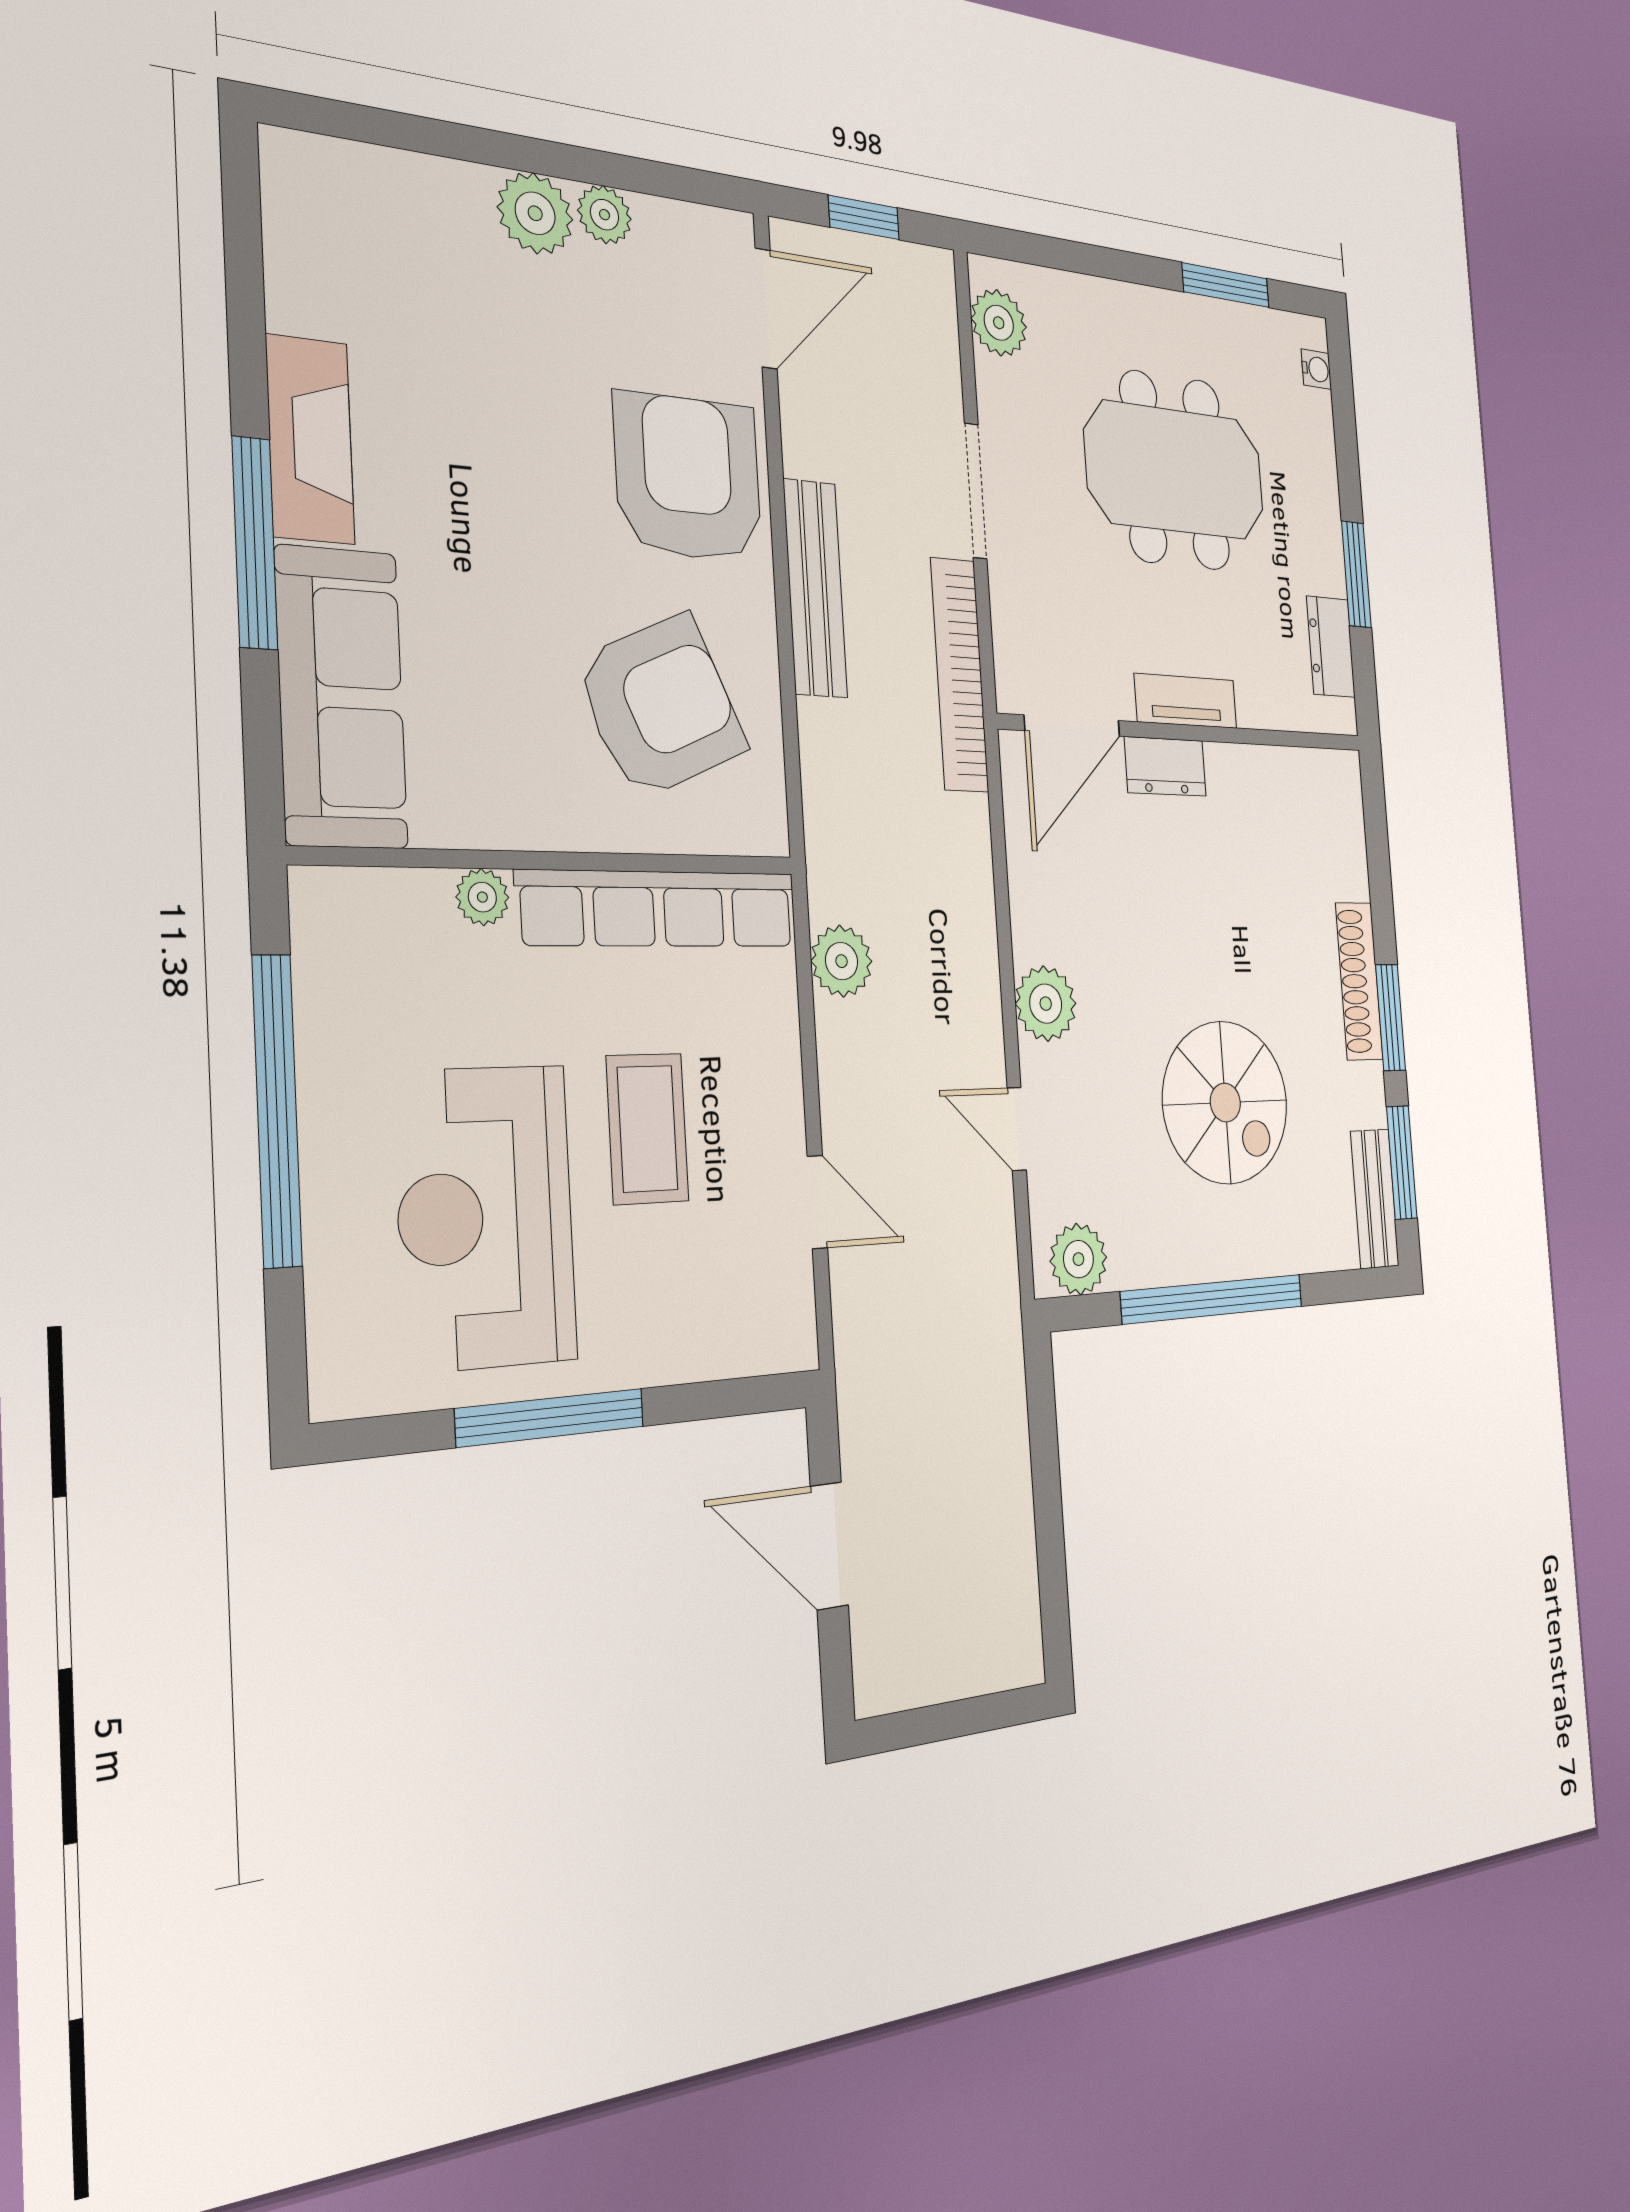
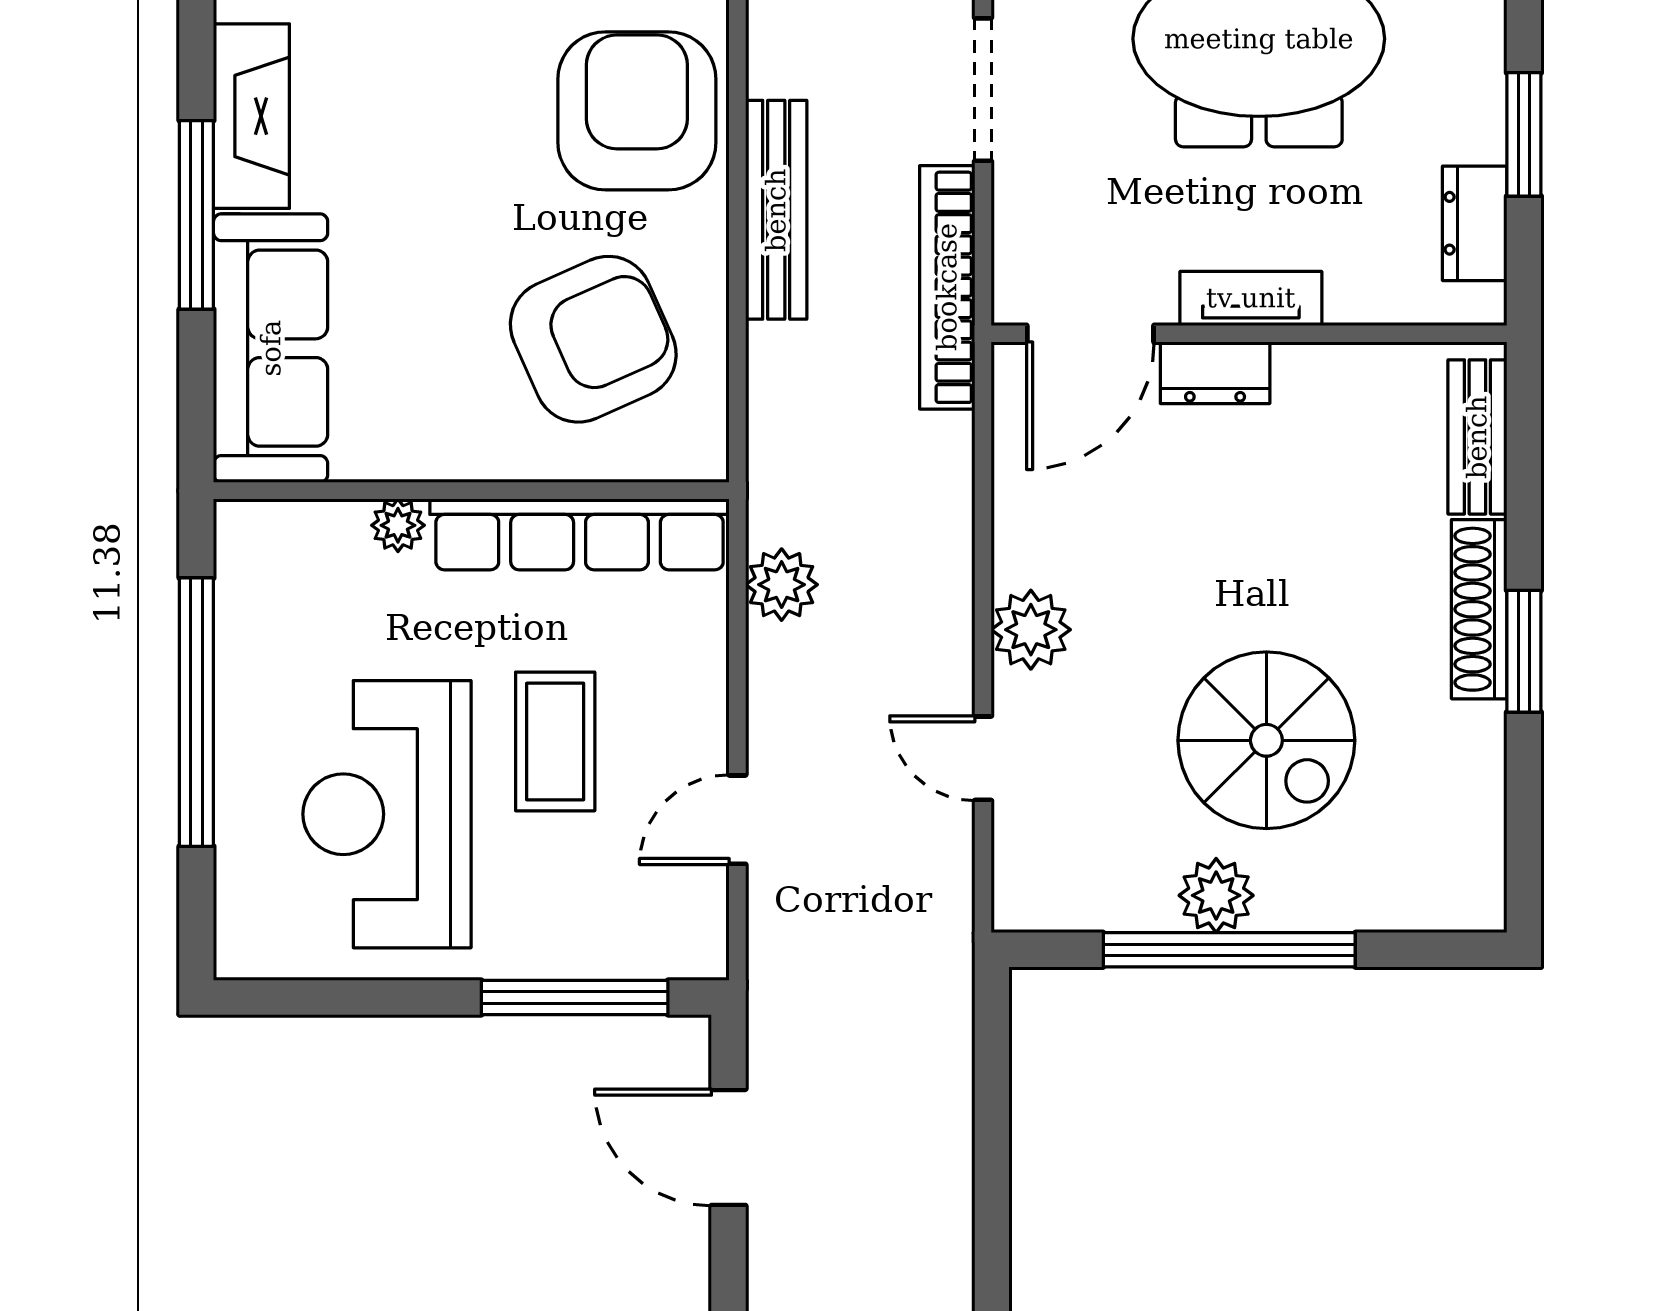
window: (1402, 1162) -> (1524, 817), removed
bench: (1375, 1199) -> (1477, 437), moved
door: (817, 1202) -> (737, 820), swing flipped
plant: (1078, 1259) -> (1216, 895), moved
window: (551, 1418) -> (575, 997), moved

